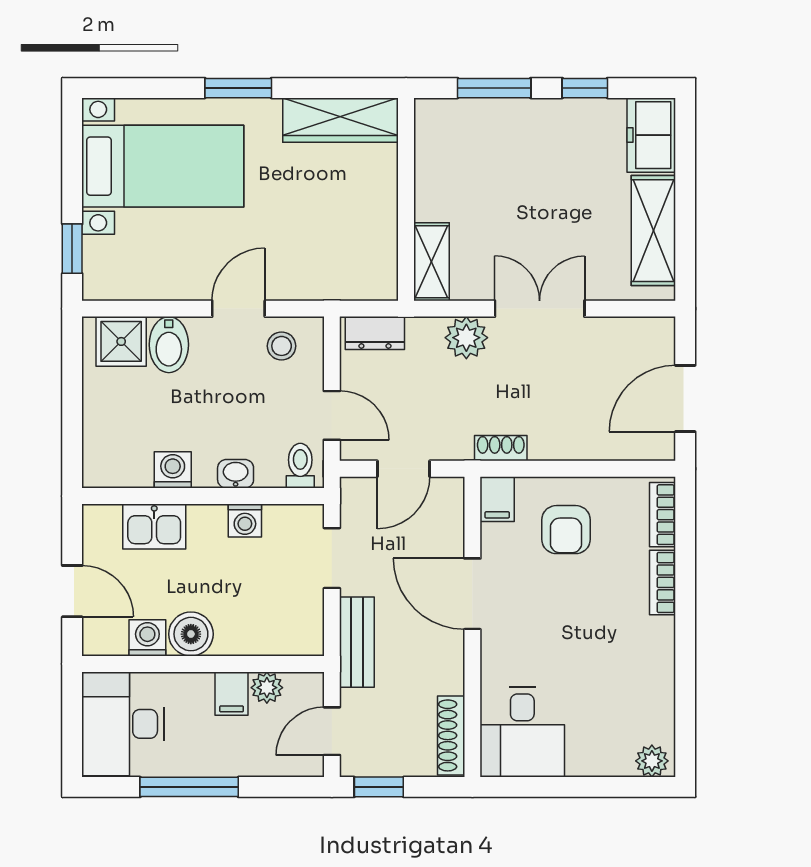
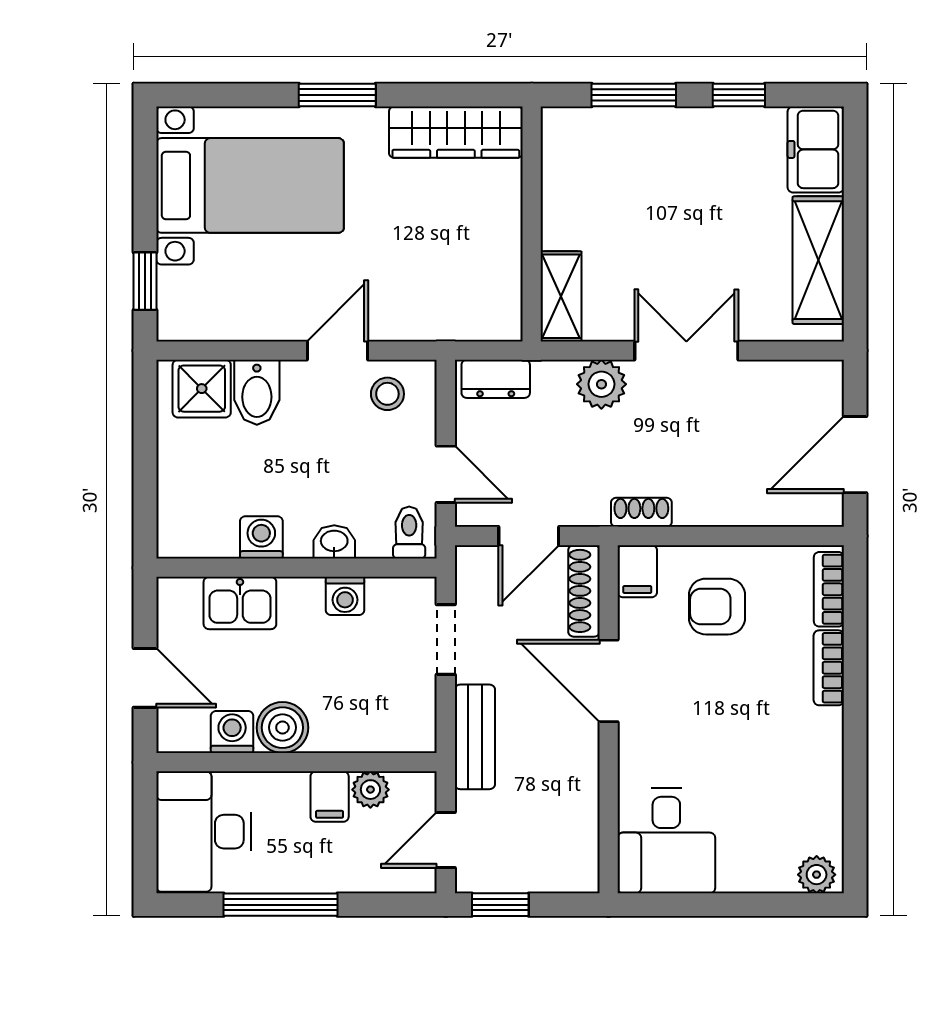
armchair: (566, 530) -> (717, 607), turned 90
shoe rack: (451, 735) -> (584, 591), moved

